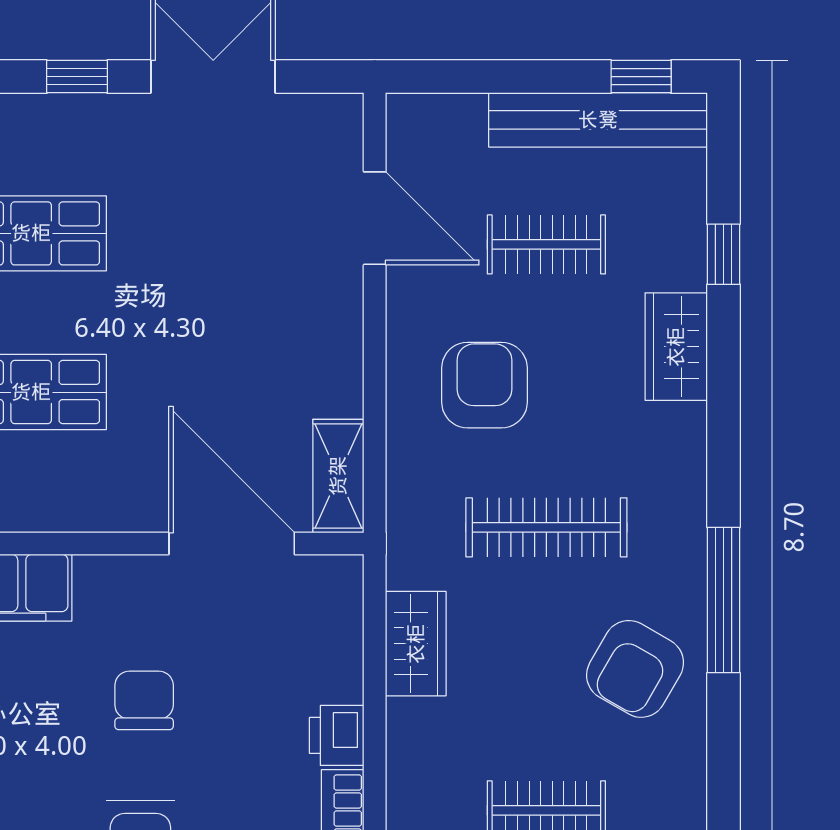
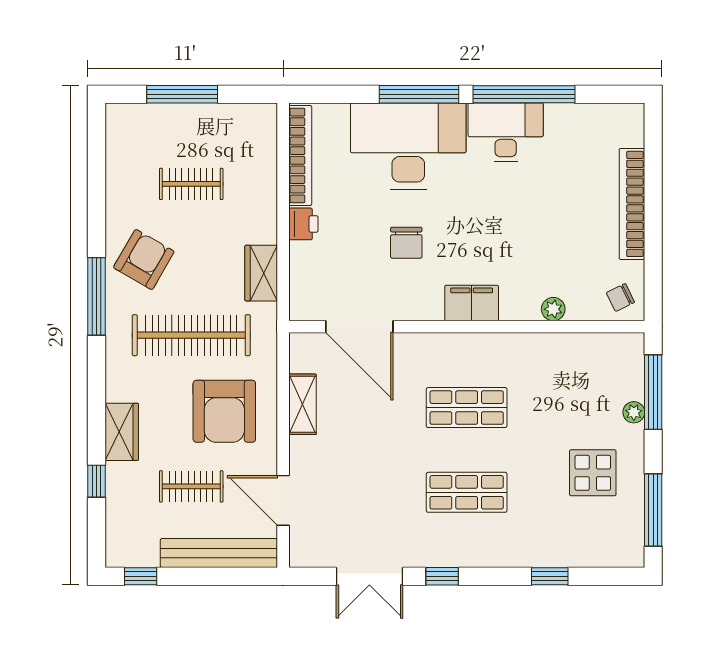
bench: (598, 120) -> (219, 553), moved
armchair: (484, 385) -> (224, 411), width x1.36, depth x1.36
shelving: (338, 476) -> (302, 404), moved
clothes rail: (546, 527) -> (191, 335), width x1.37, depth x1.31

